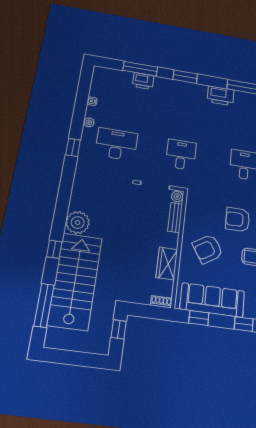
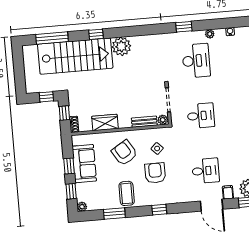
side table: (210, 211) -> (157, 148), added
sofa: (212, 300) -> (84, 164), width x0.73
window: (144, 311) -> (64, 113), added
window: (199, 318) -> (69, 166), moved

